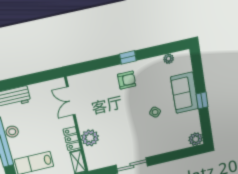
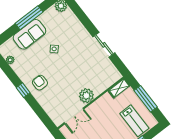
window: (202, 100) -> (29, 18), width x2.17
plant: (90, 138) -> (86, 96), moved
locker: (72, 139) -> (103, 102), removed

